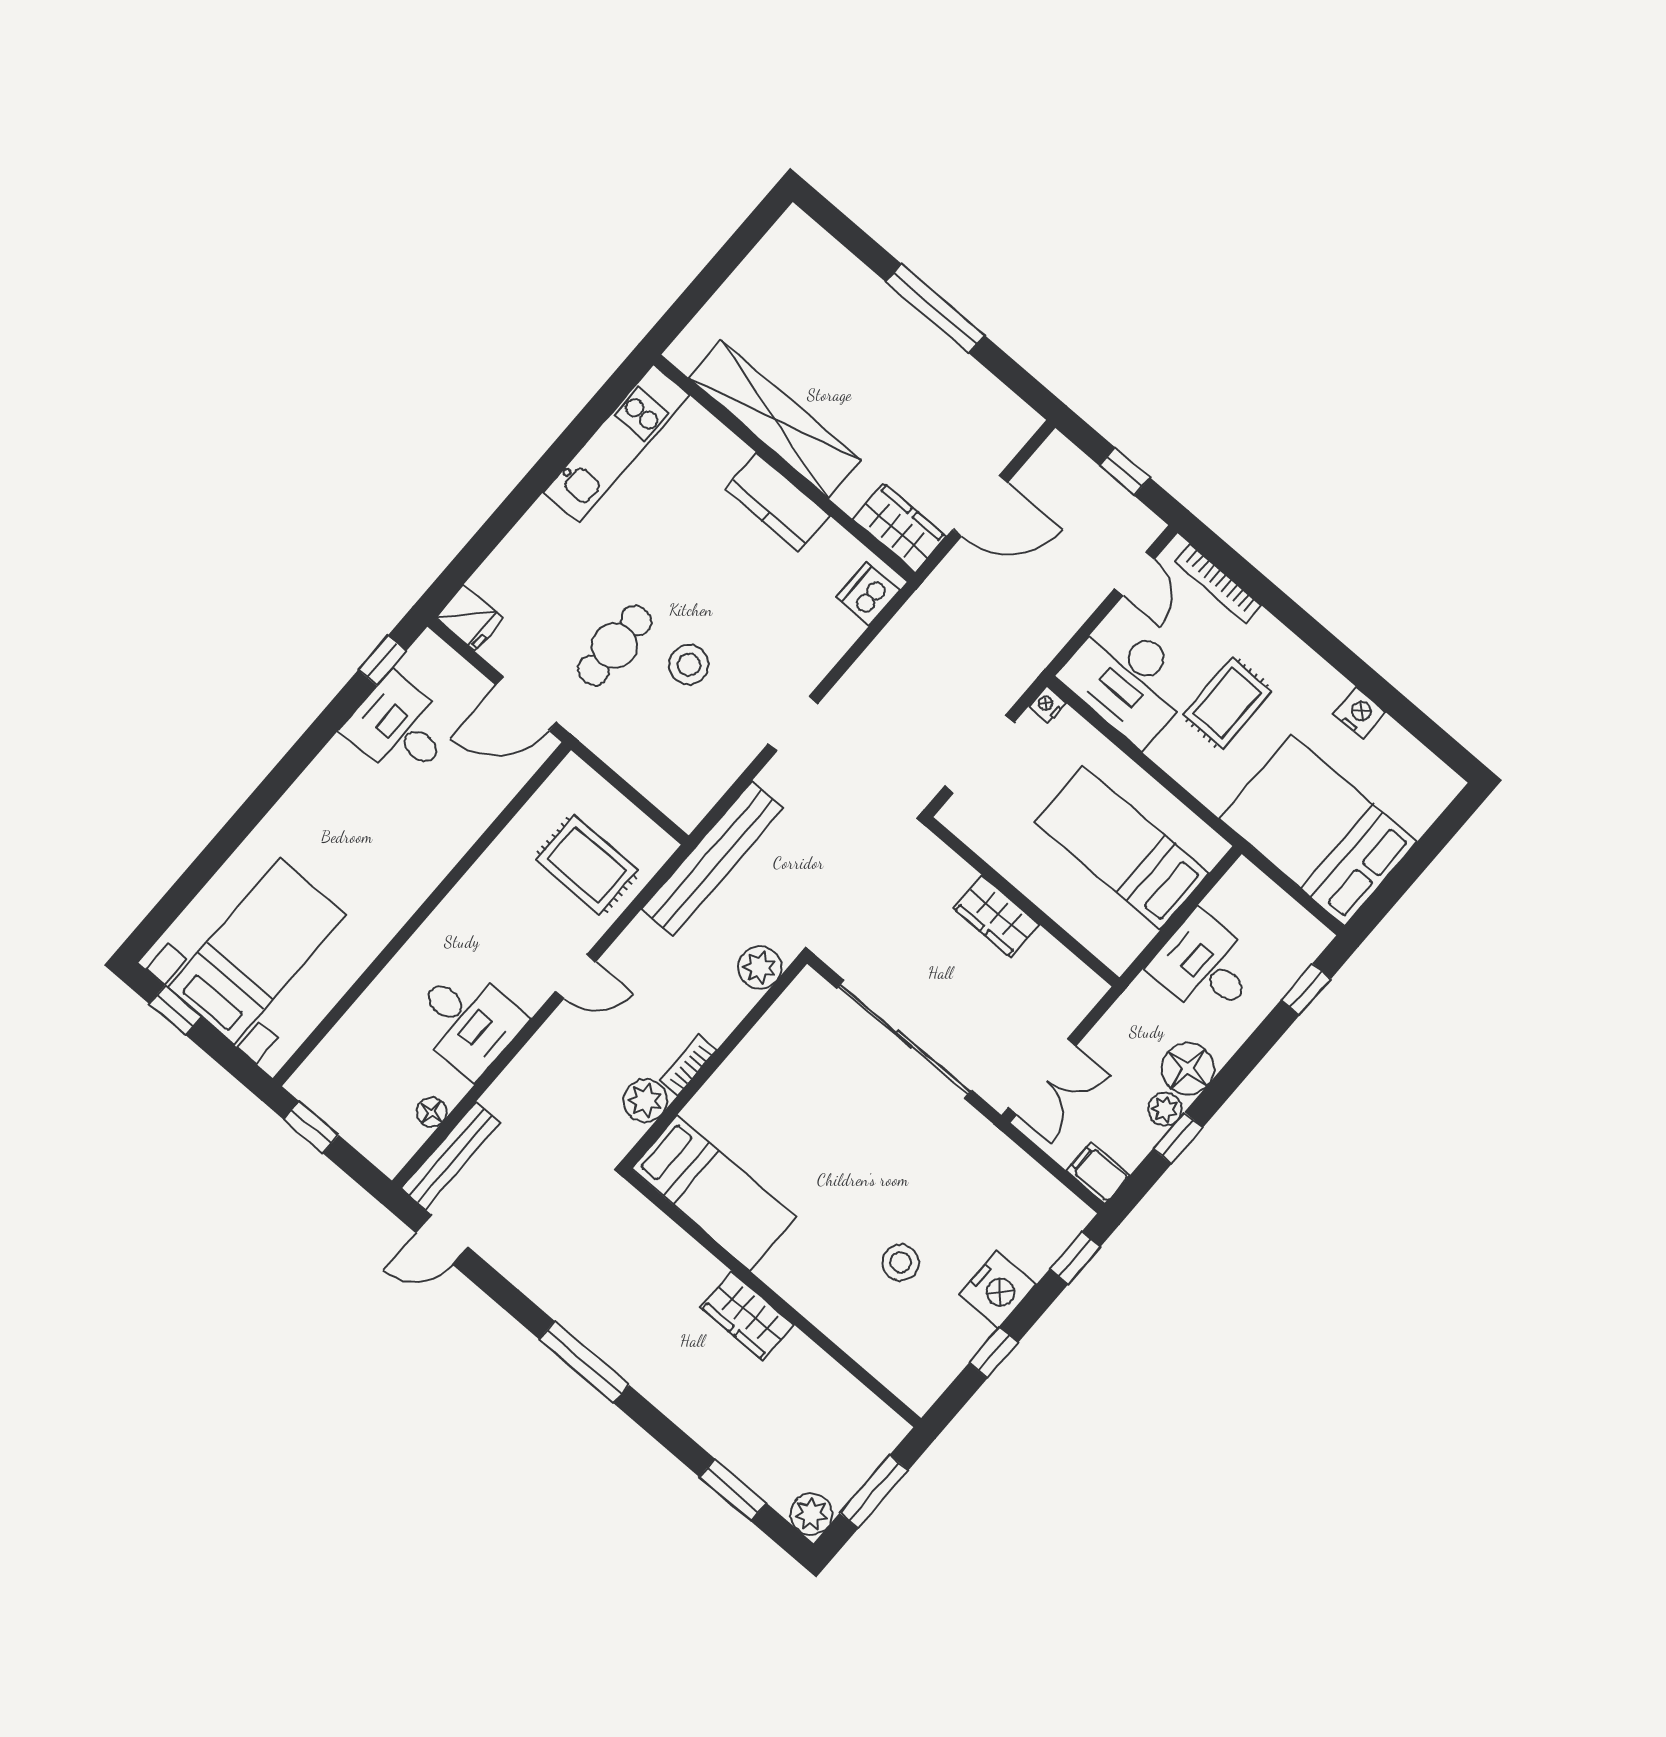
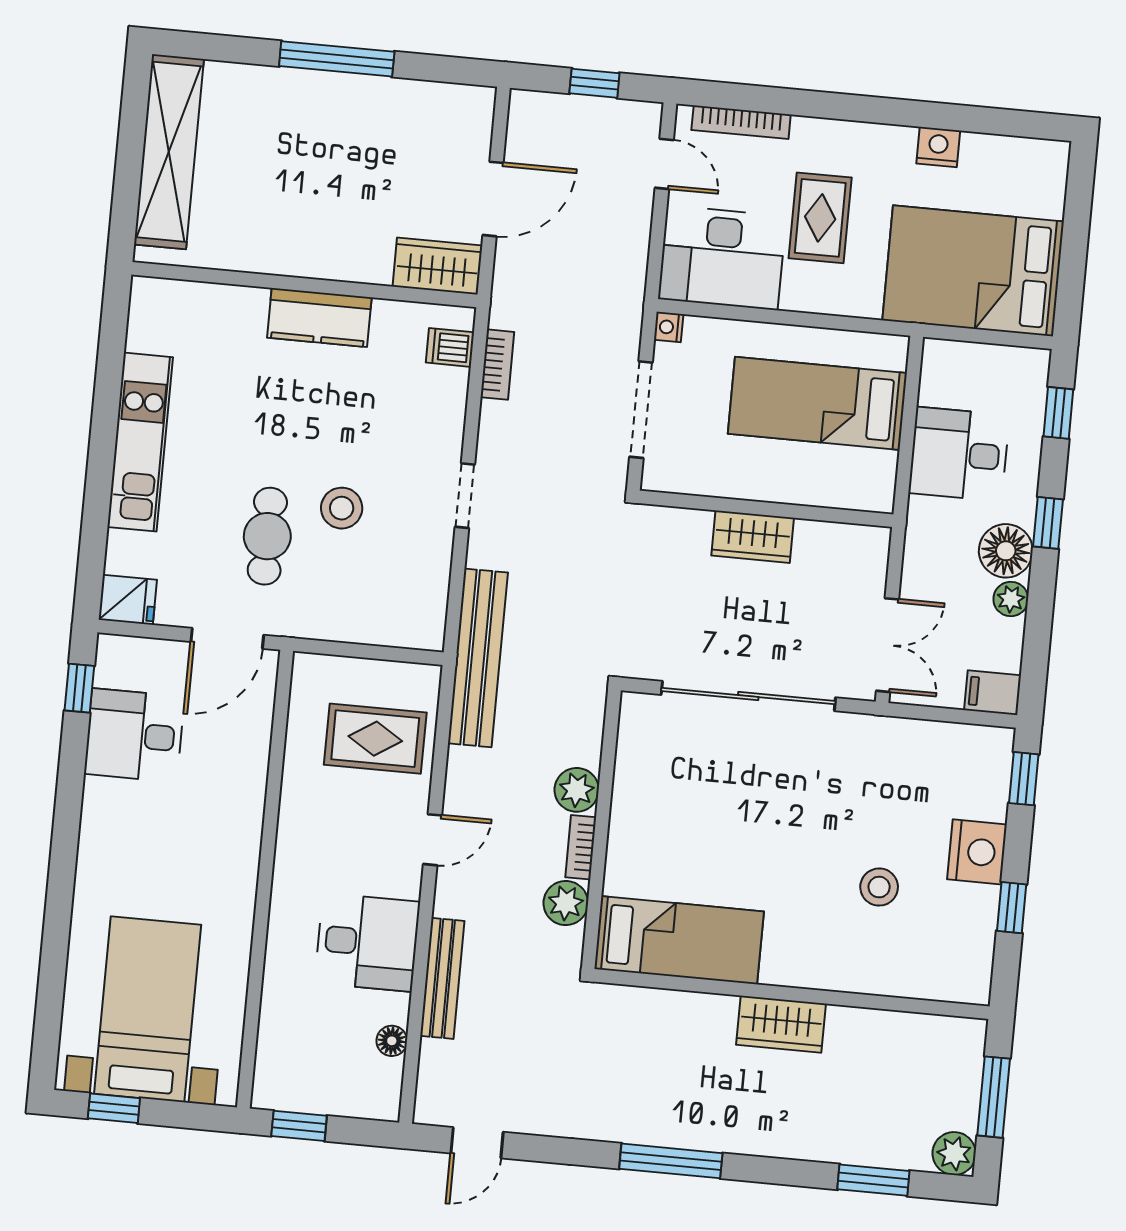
shelving: (775, 419) -> (169, 152), moved, turned 90
kitchen unit: (616, 443) -> (140, 442), moved
dishwasher: (868, 594) -> (450, 347), width x0.73
bookcase: (891, 639) -> (497, 365), added
plant: (760, 968) -> (577, 790), moved
window: (1178, 1138) -> (1048, 523), moved
bench: (450, 1156) -> (442, 978), moved

